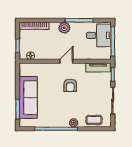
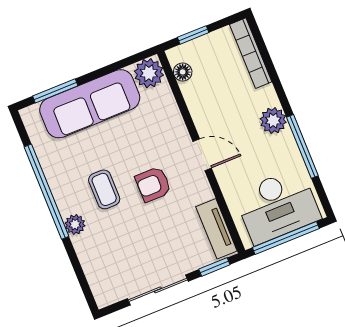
desk: (99, 35) -> (277, 206), width x1.37
plant: (26, 69) -> (149, 73), added
coffee table: (94, 120) -> (104, 189), moved

